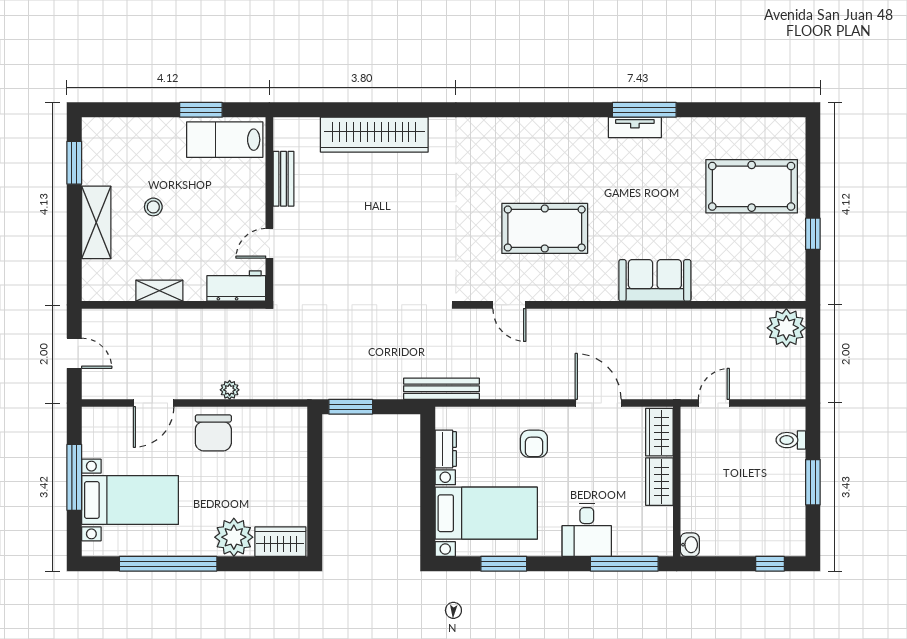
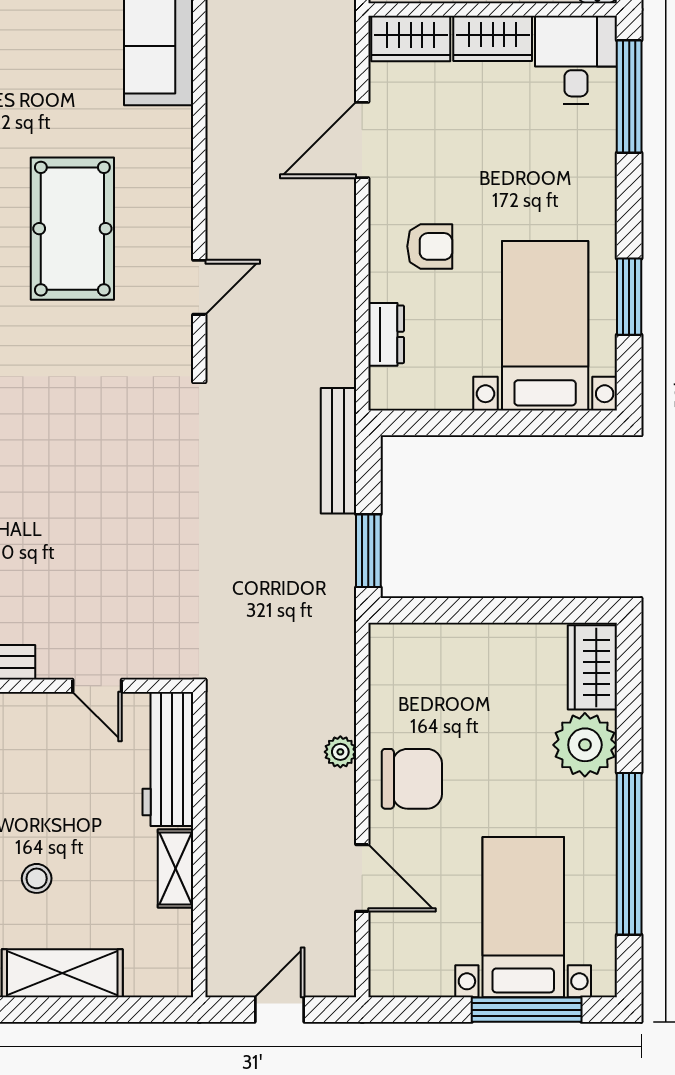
workbench: (236, 286) -> (168, 759), width x1.38
bench: (441, 389) -> (338, 451), moved
dresser: (446, 449) -> (386, 334), moved, turned 90
window: (74, 477) -> (527, 1010), moved
desk: (587, 530) -> (576, 60), moved, turned -90

